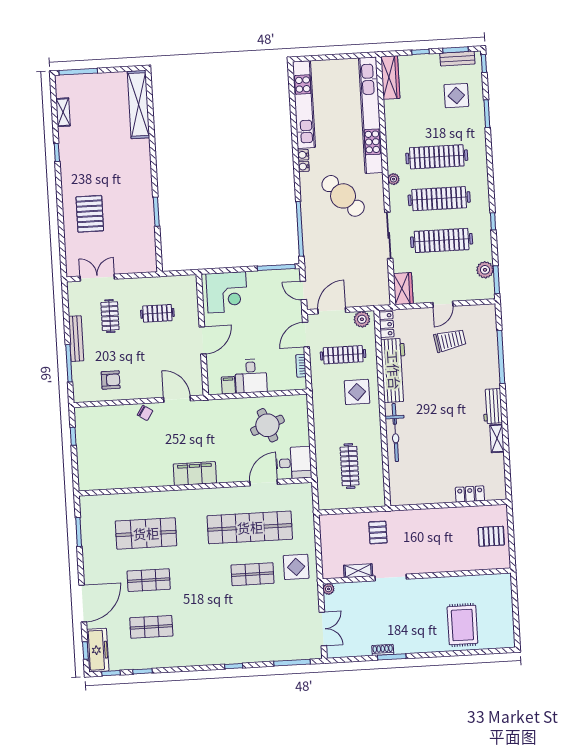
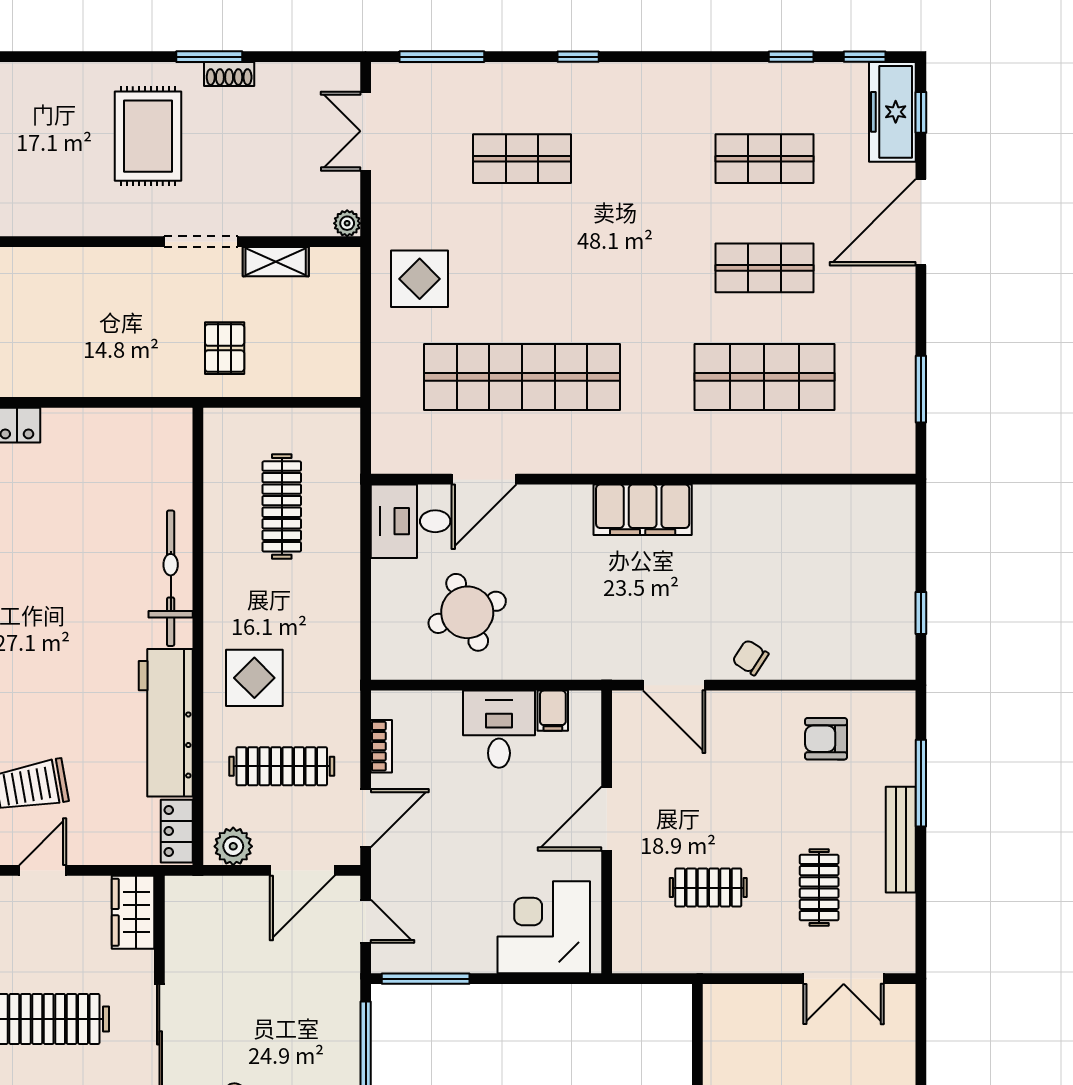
shop shelf: (253, 574) -> (522, 159), moved
rug: (462, 625) -> (148, 136), moved

